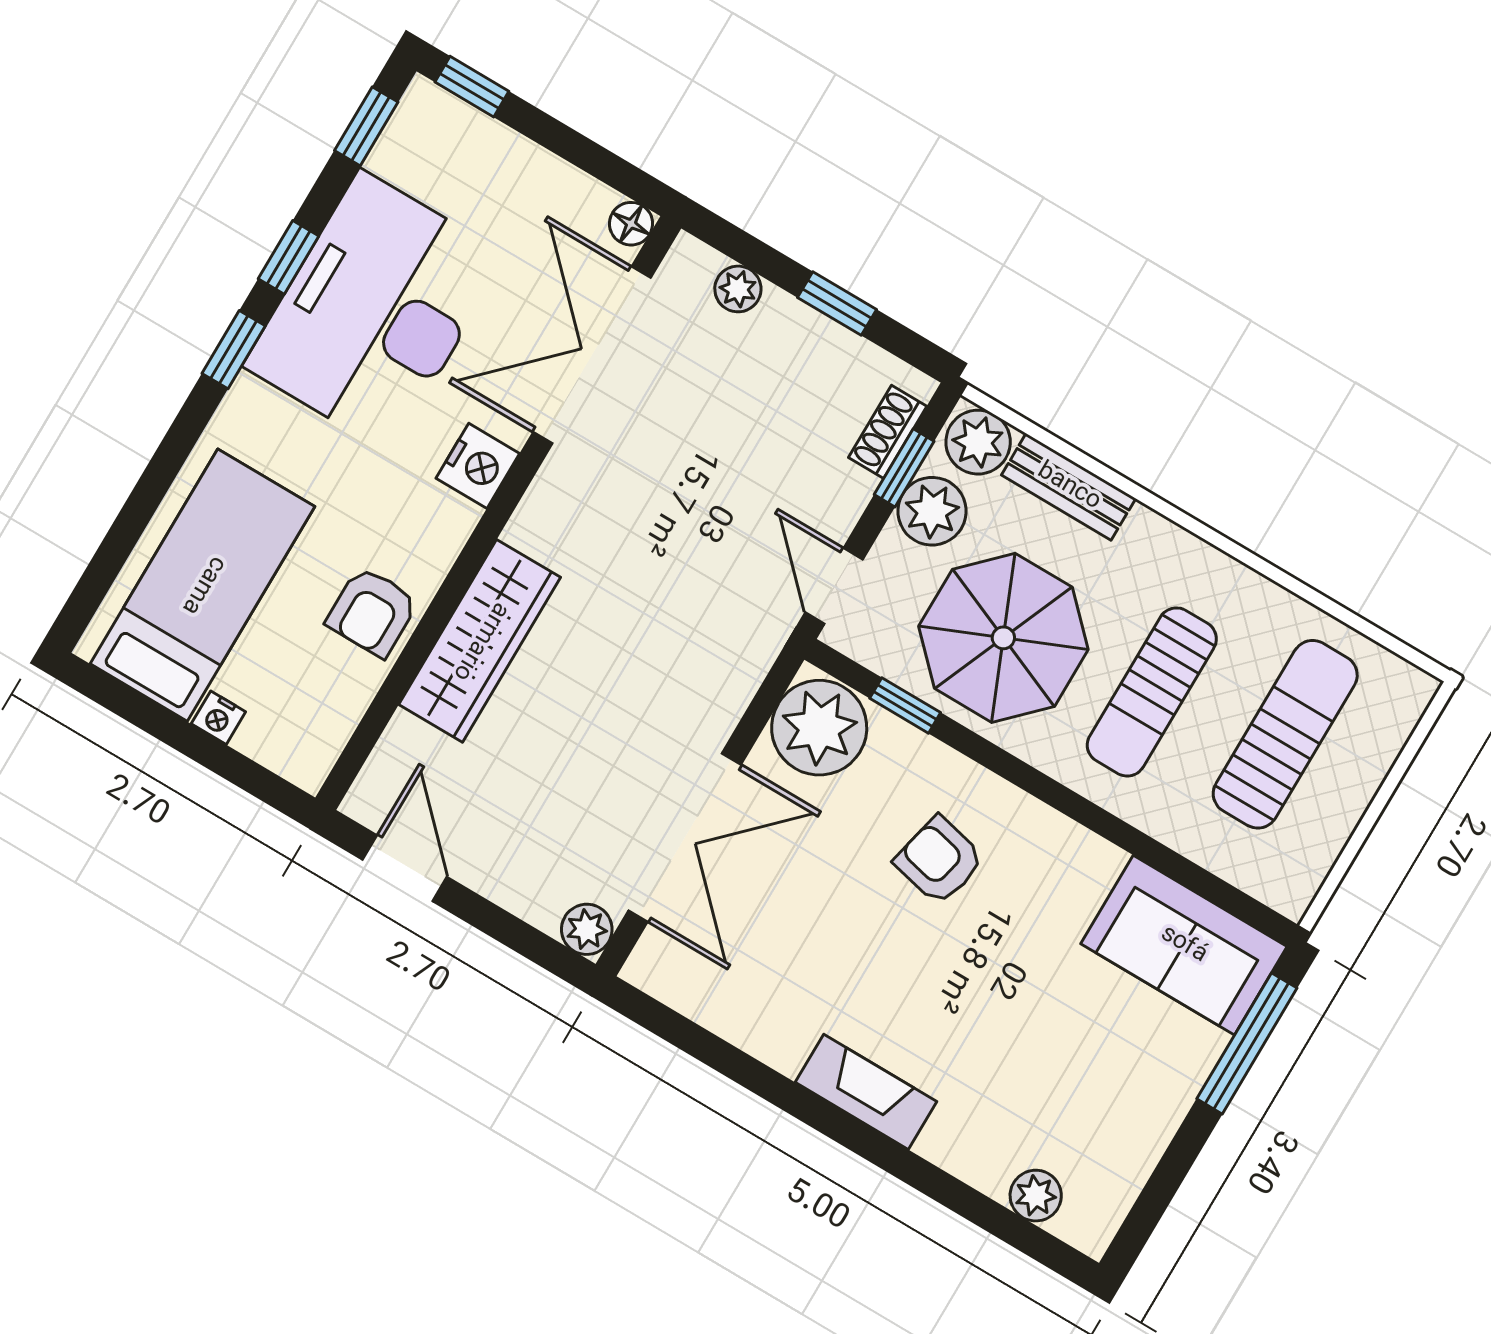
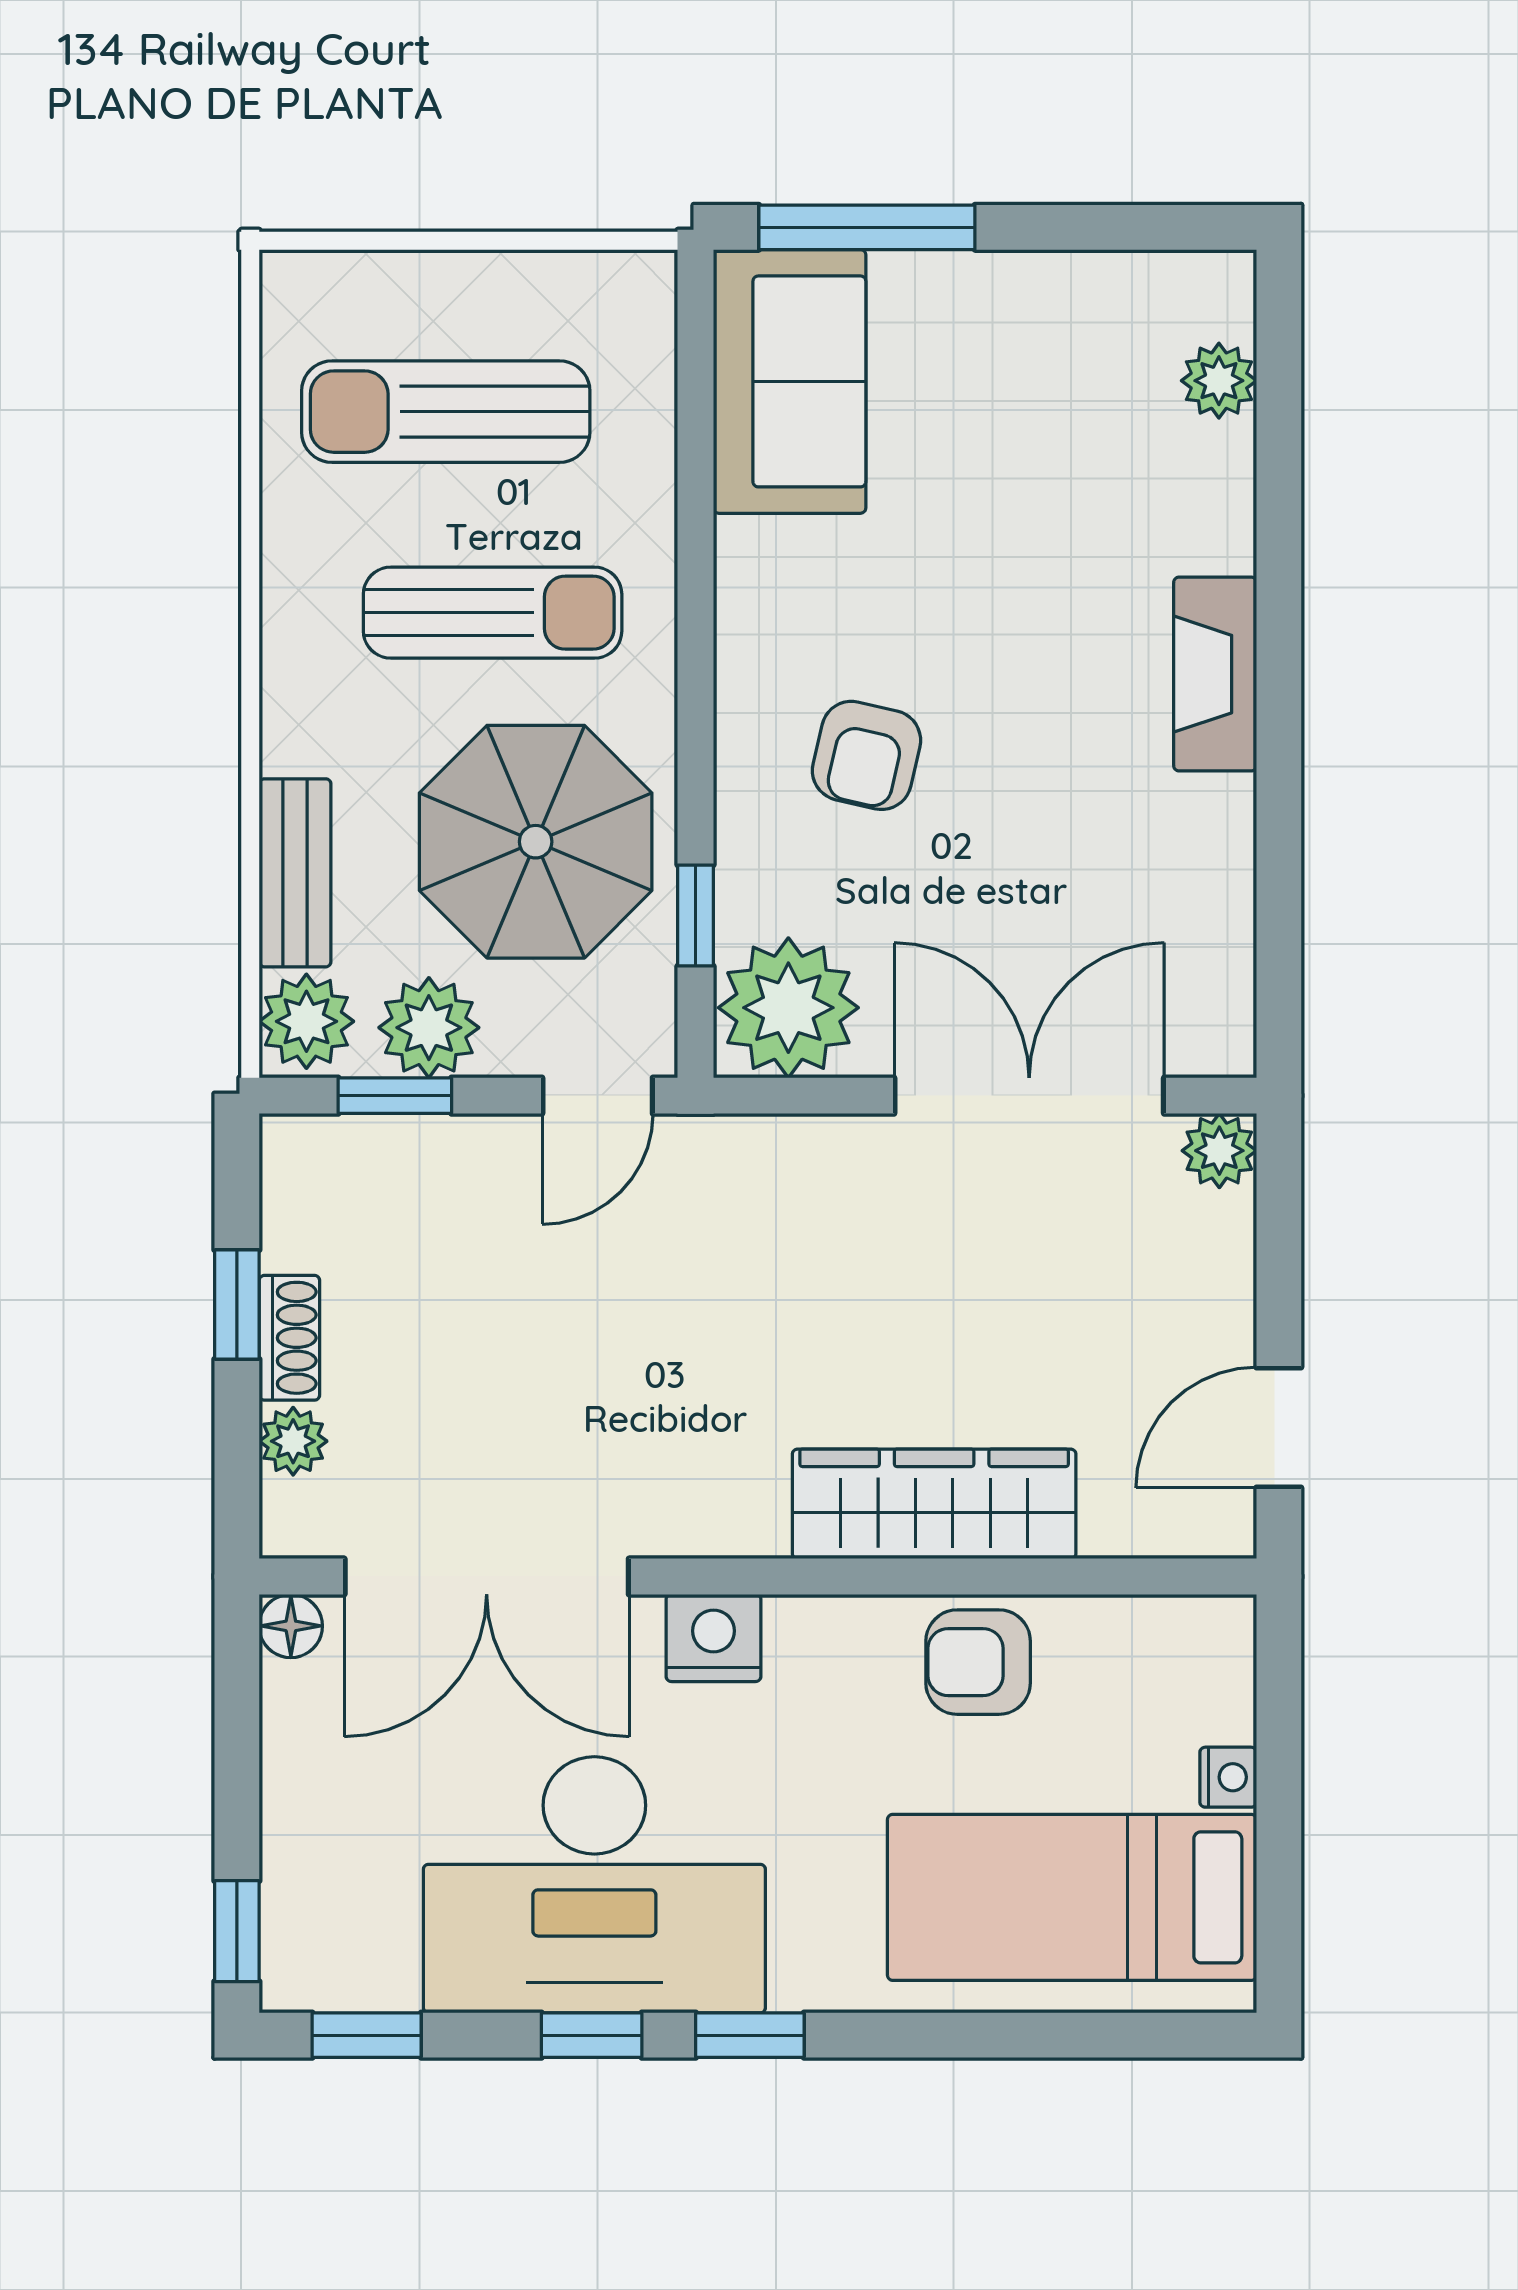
shoe rack: (888, 432) -> (289, 1338), moved, turned -90
armchair: (372, 612) -> (978, 1662), turned 180

